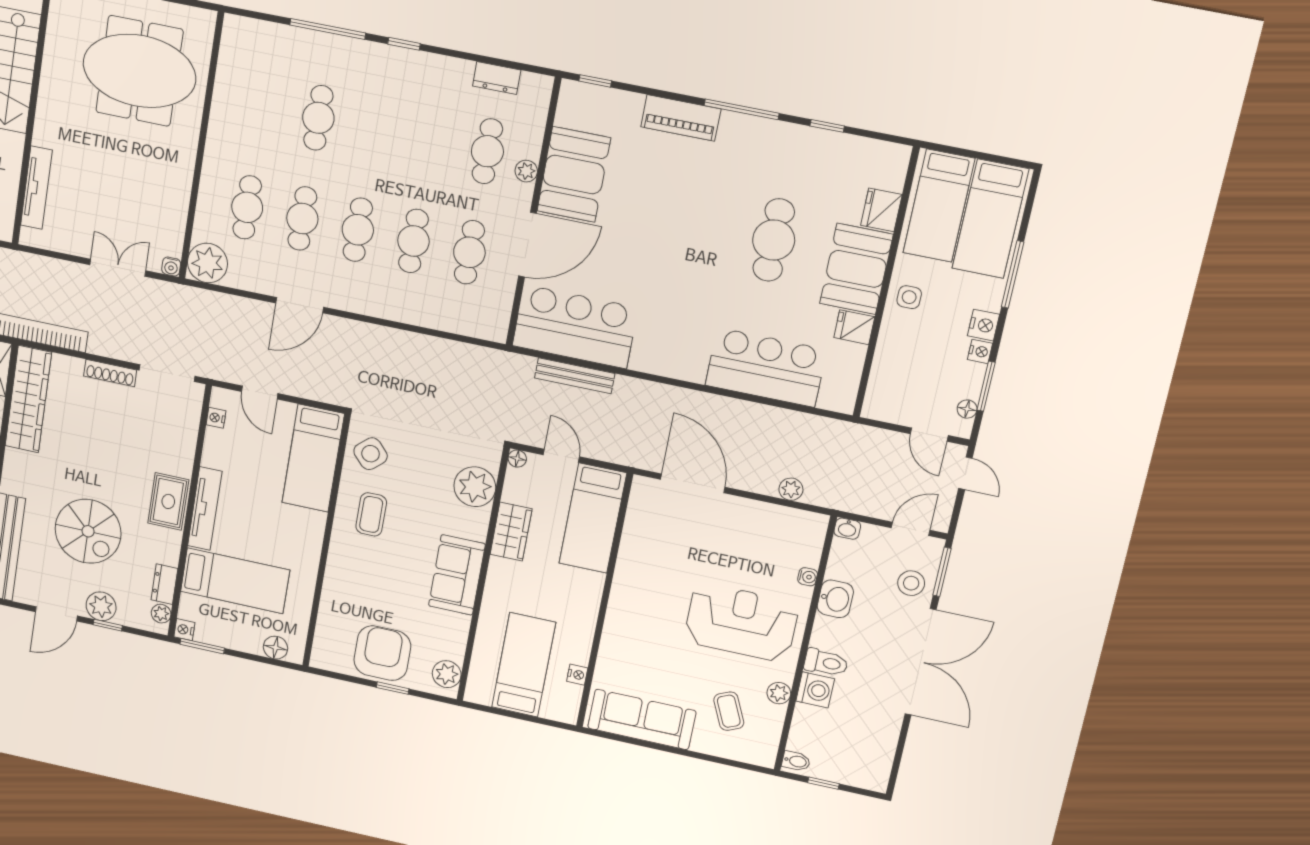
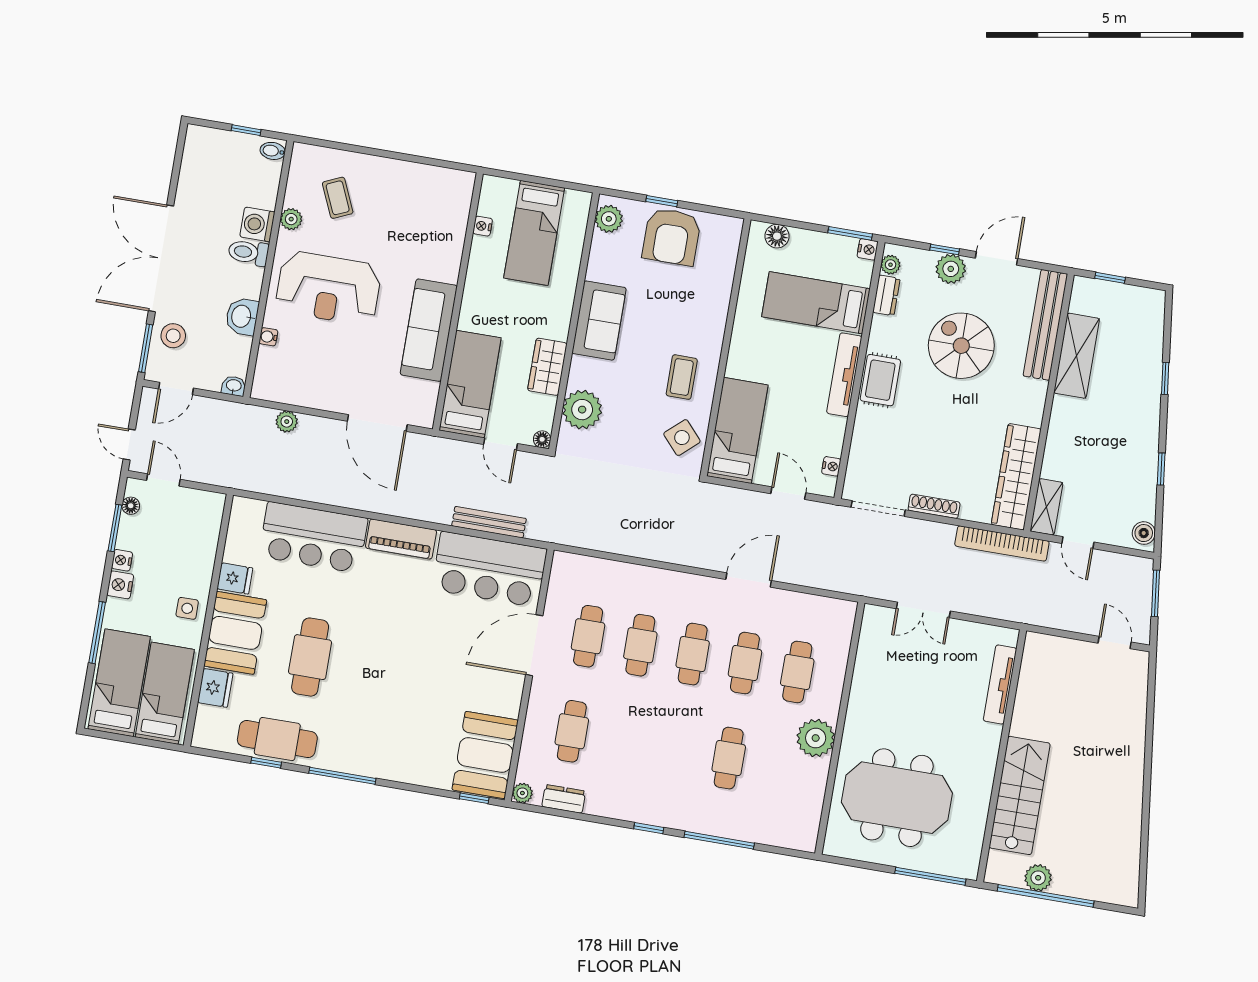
piano: (681, 118) -> (401, 539), moved, turned 180
cafe table: (814, 152) -> (277, 739), added
plant: (526, 171) -> (522, 793), moved
booth: (574, 174) -> (485, 755), moved
plant: (208, 263) -> (816, 738), moved
water cooler: (171, 267) -> (871, 613), removed
sofa: (642, 719) -> (429, 330), moved, turned 90

